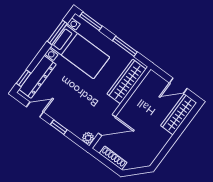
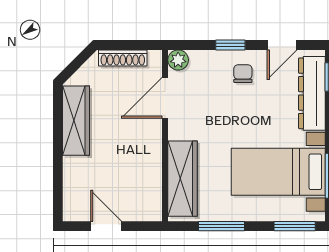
door: (178, 86) -> (106, 226), hinge flipped
chair: (63, 110) -> (243, 74), added
wardrobe: (179, 114) -> (76, 121), moved

